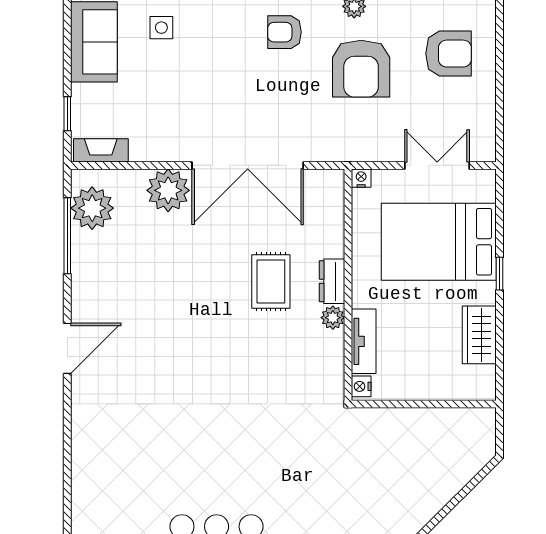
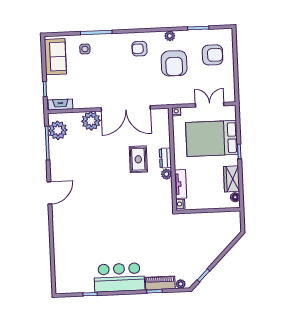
floor lamp: (486, 377) -> (235, 197), added

